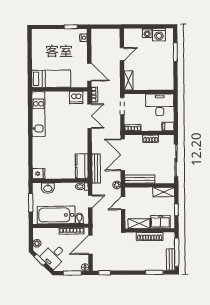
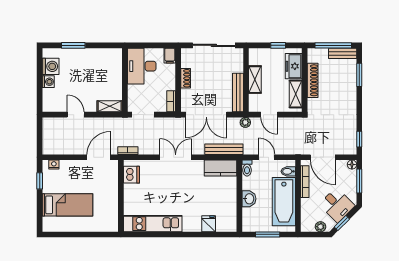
bed: (51, 79) -> (67, 205), moved, turned 90
double door: (90, 116) -> (176, 157), moved
fridge: (39, 174) -> (209, 224), moved
washbasin: (48, 188) -> (249, 199), moved
shelving: (164, 192) -> (255, 80), moved

